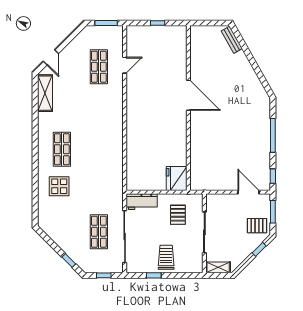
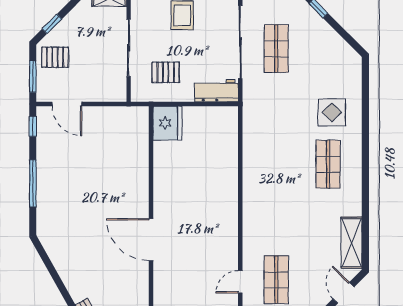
pallet: (178, 215) -> (166, 72), turned 90

